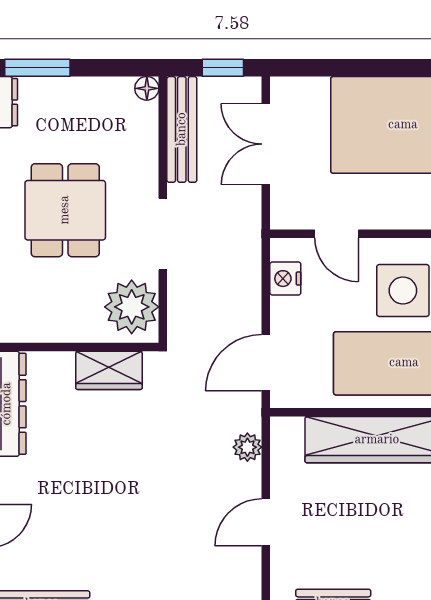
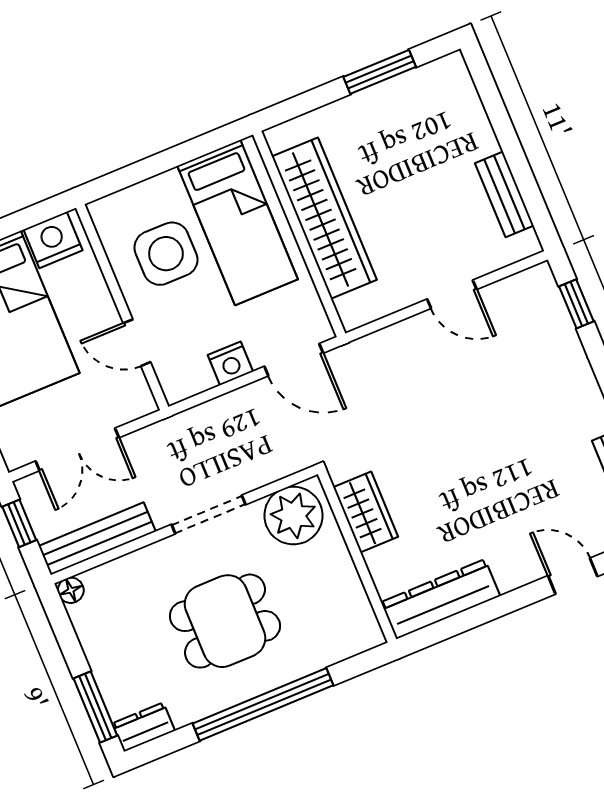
door: (337, 234) -> (137, 343), swing flipped
nightstand: (285, 279) -> (230, 363), moved
plant: (247, 447) -> (385, 343), removed

